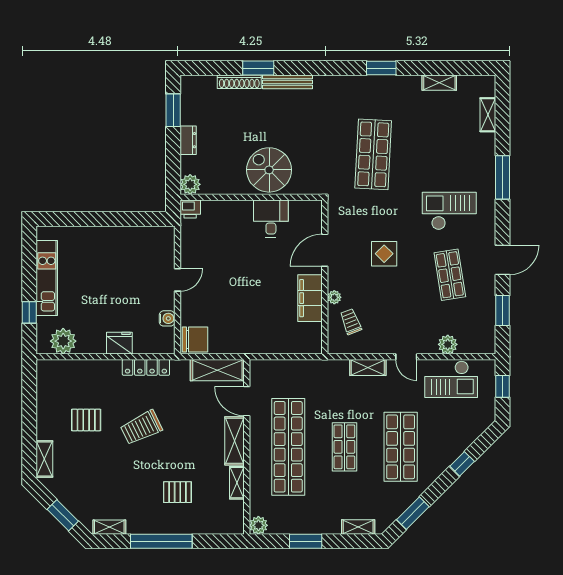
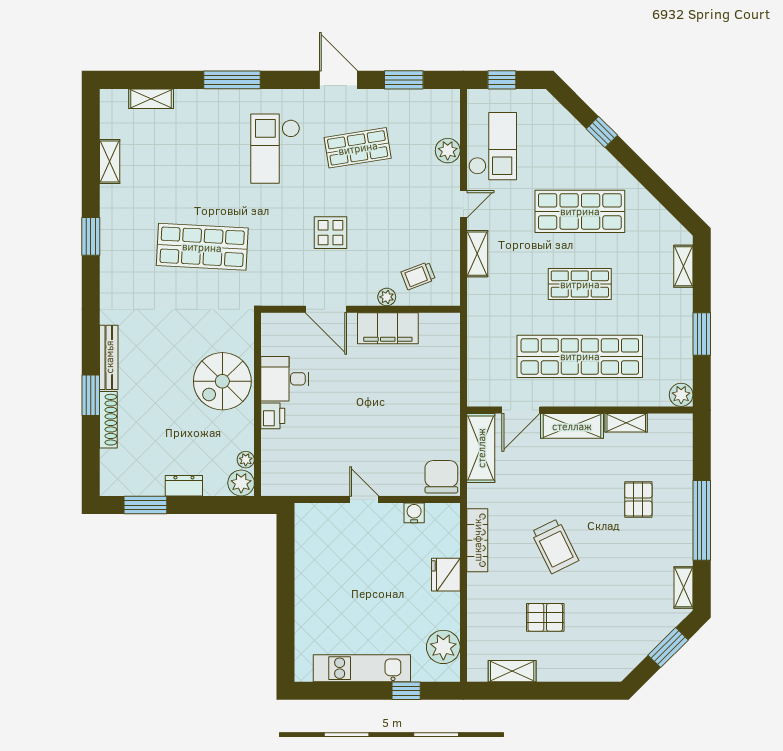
plant: (208, 188) -> (246, 460), added
printer: (190, 209) -> (273, 416), moved
pallet: (86, 420) -> (545, 617), turned 90
shelving: (44, 459) -> (512, 671), moved
window: (413, 513) -> (665, 196), removed

